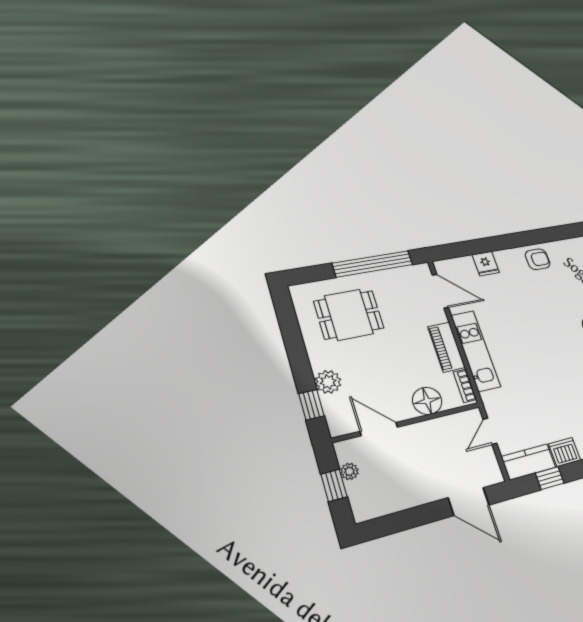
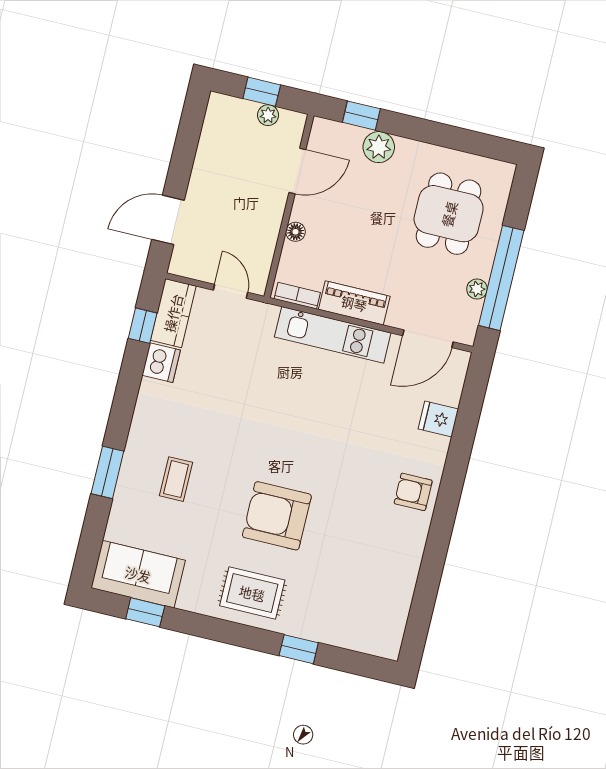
armchair: (538, 259) -> (413, 492), turned 90
plant: (389, 275) -> (477, 289), added
floor lamp: (427, 401) -> (296, 232), width x0.53, depth x0.53

